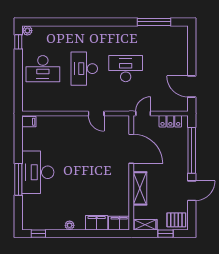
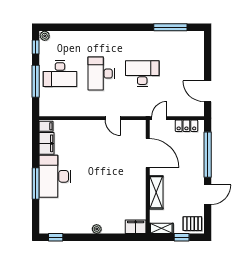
window: (18, 76) -> (36, 81), added
filing cabinet: (97, 223) -> (47, 143), moved, turned 90
plant: (70, 225) -> (97, 229), moved

